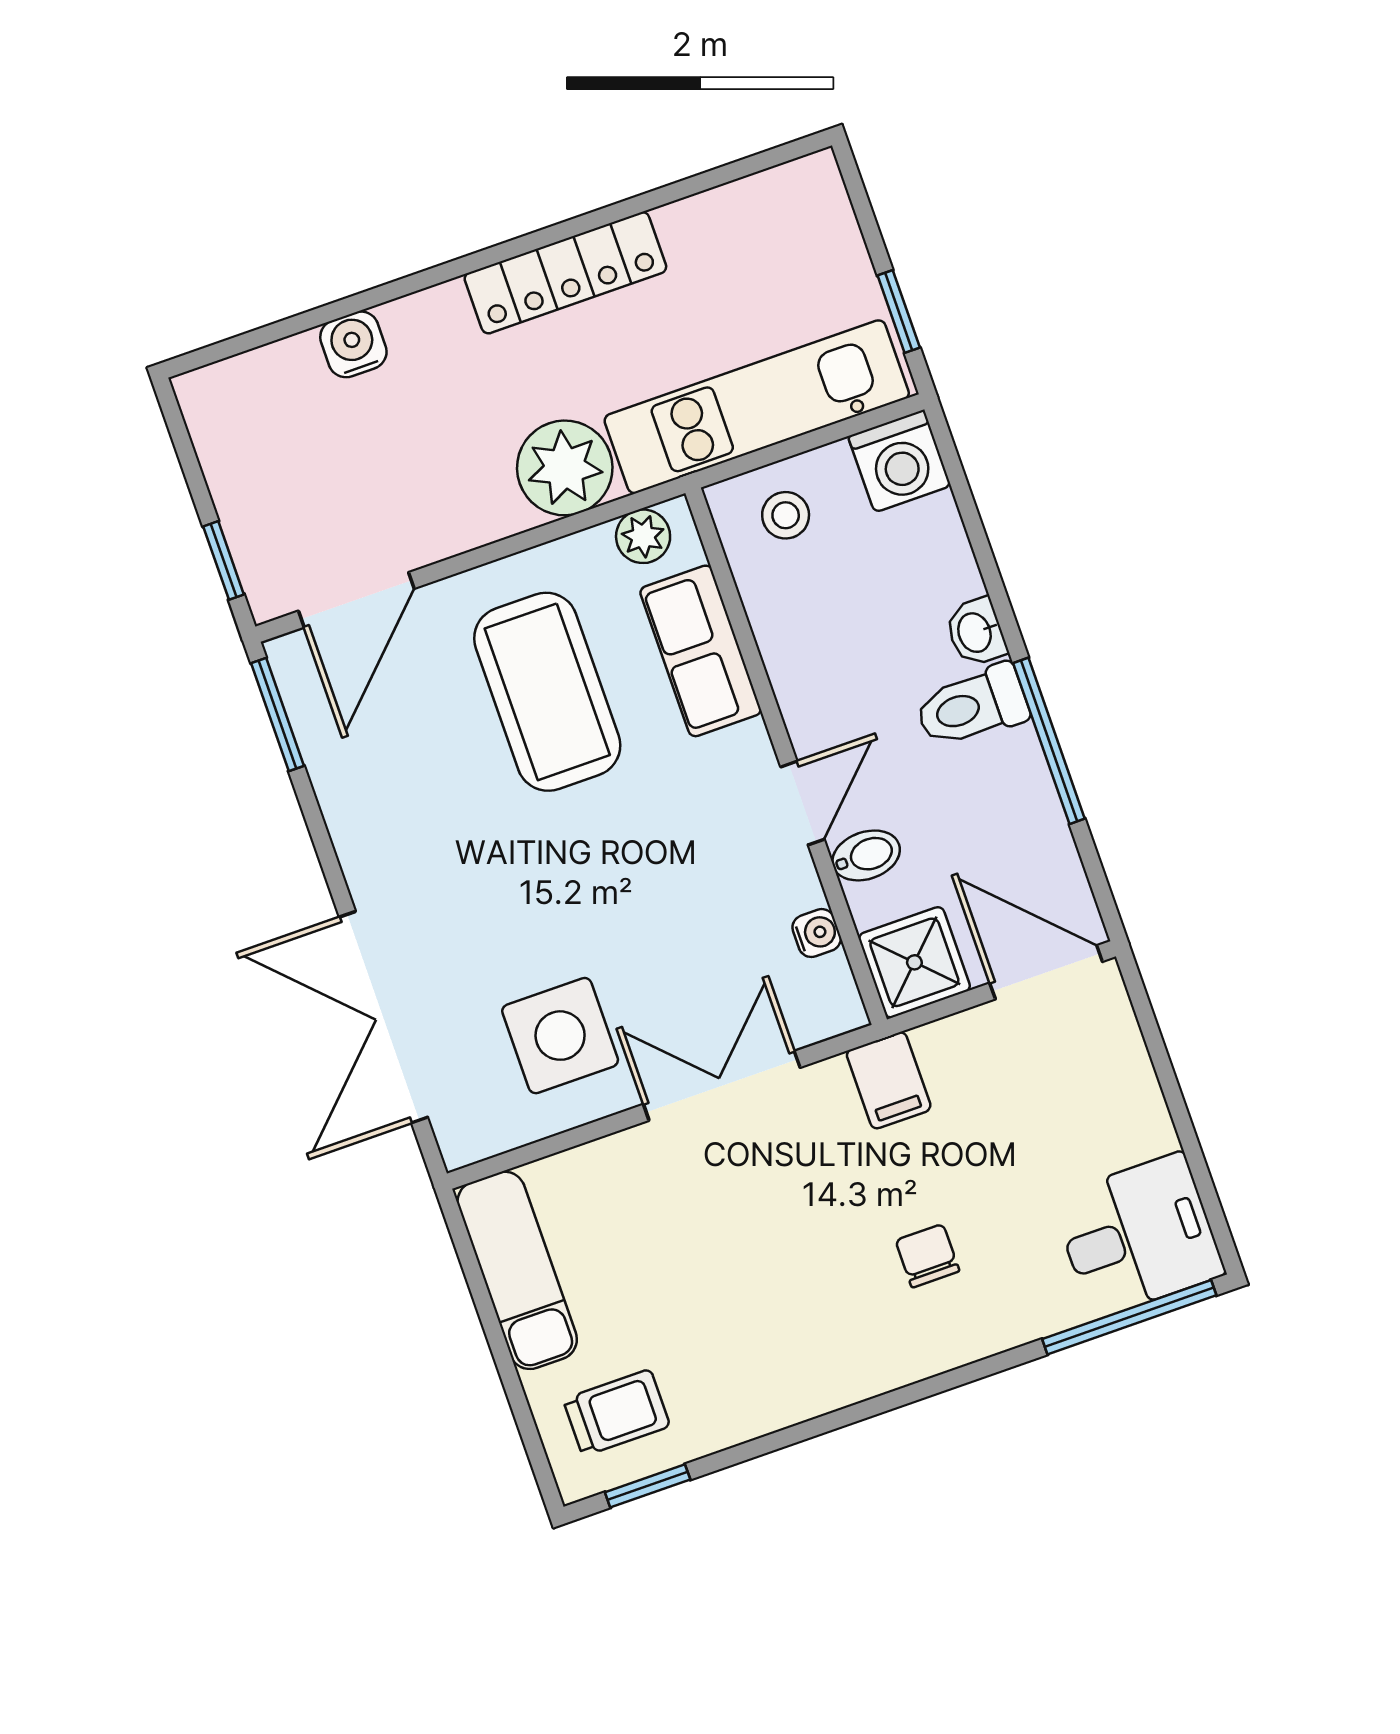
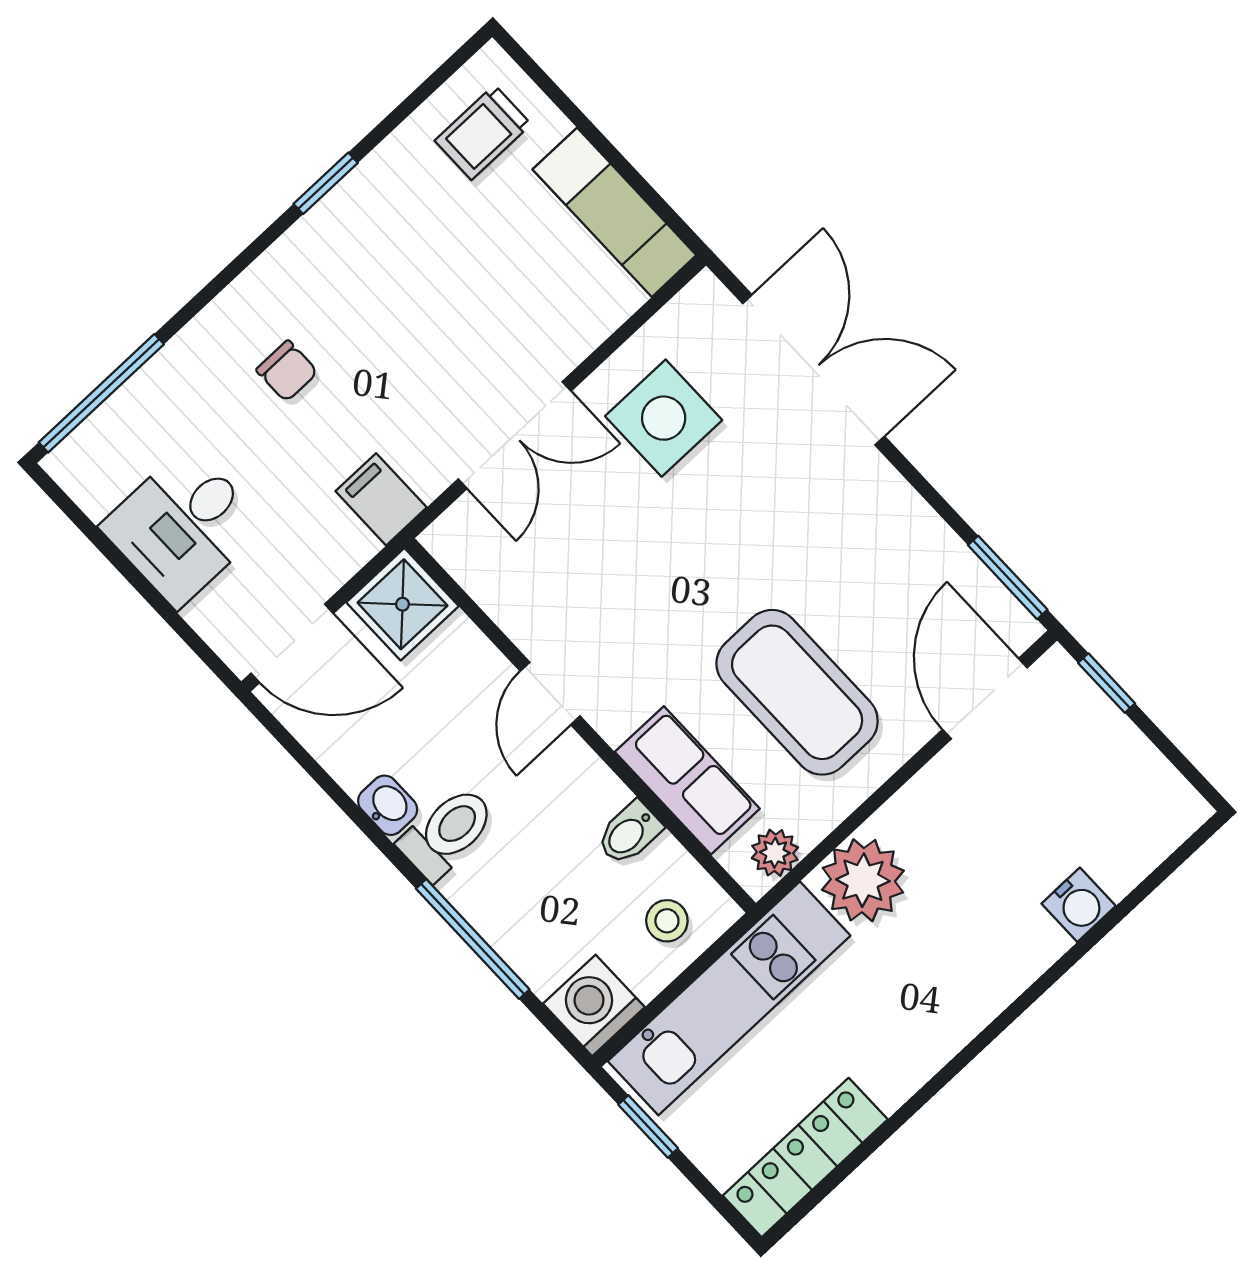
locker: (565, 273) -> (805, 1158), moved
washbasin: (976, 632) -> (388, 805), moved
window: (1049, 741) -> (473, 939), moved
bidet: (866, 855) -> (629, 833), moved
water cooler: (817, 933) -> (492, 593), removed
desk: (1138, 1235) -> (183, 526), moved
window: (648, 1486) -> (326, 183), moved

